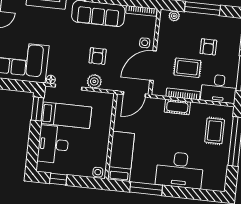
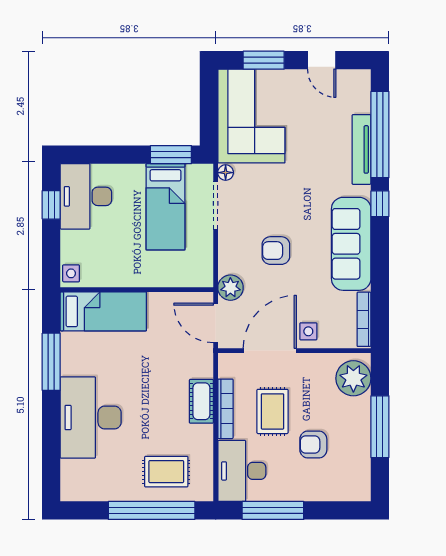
plant: (174, 16) -> (353, 378), width x1.87, depth x1.87
door: (153, 66) -> (270, 351), hinge flipped
plant: (94, 81) -> (230, 288), moved
desk: (53, 144) -> (86, 196), moved, turned -90

